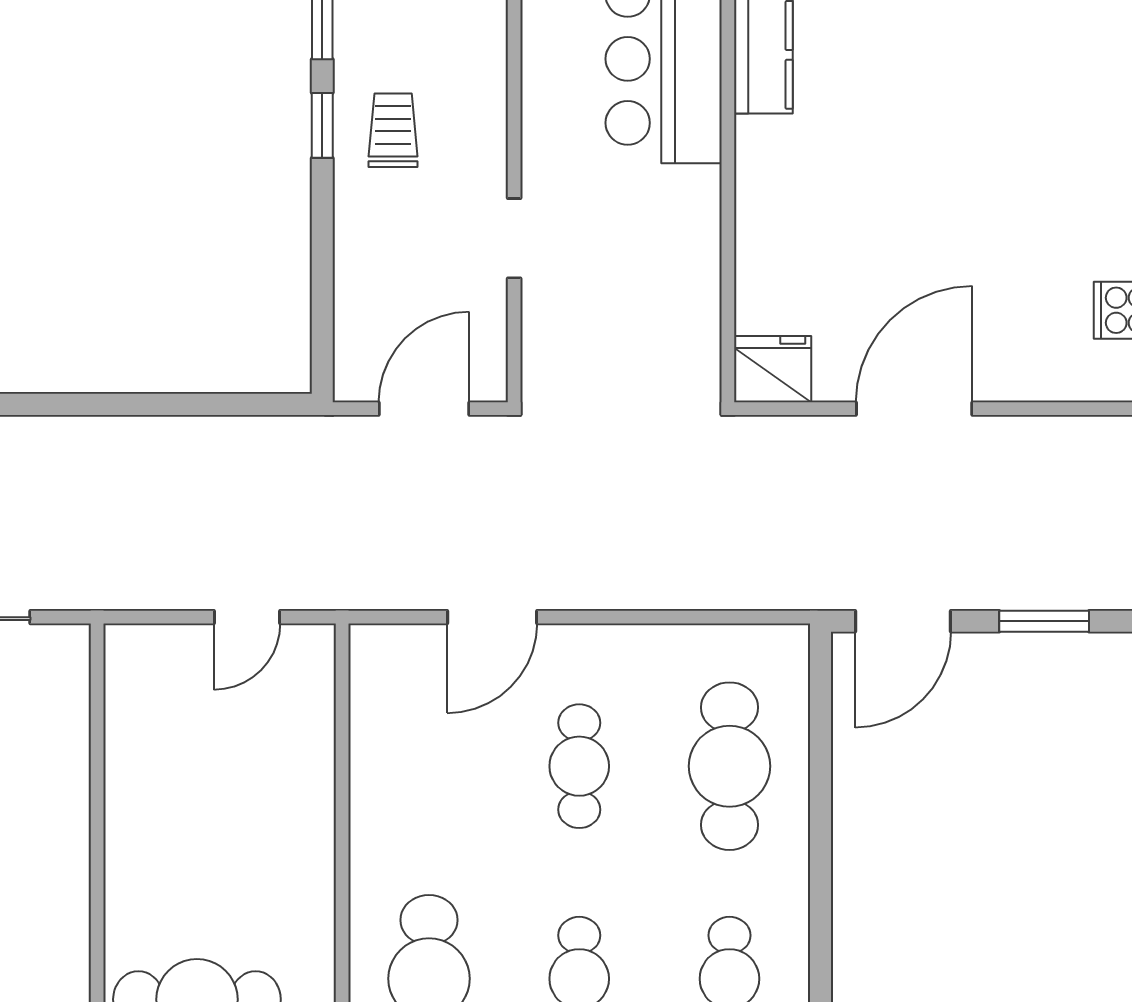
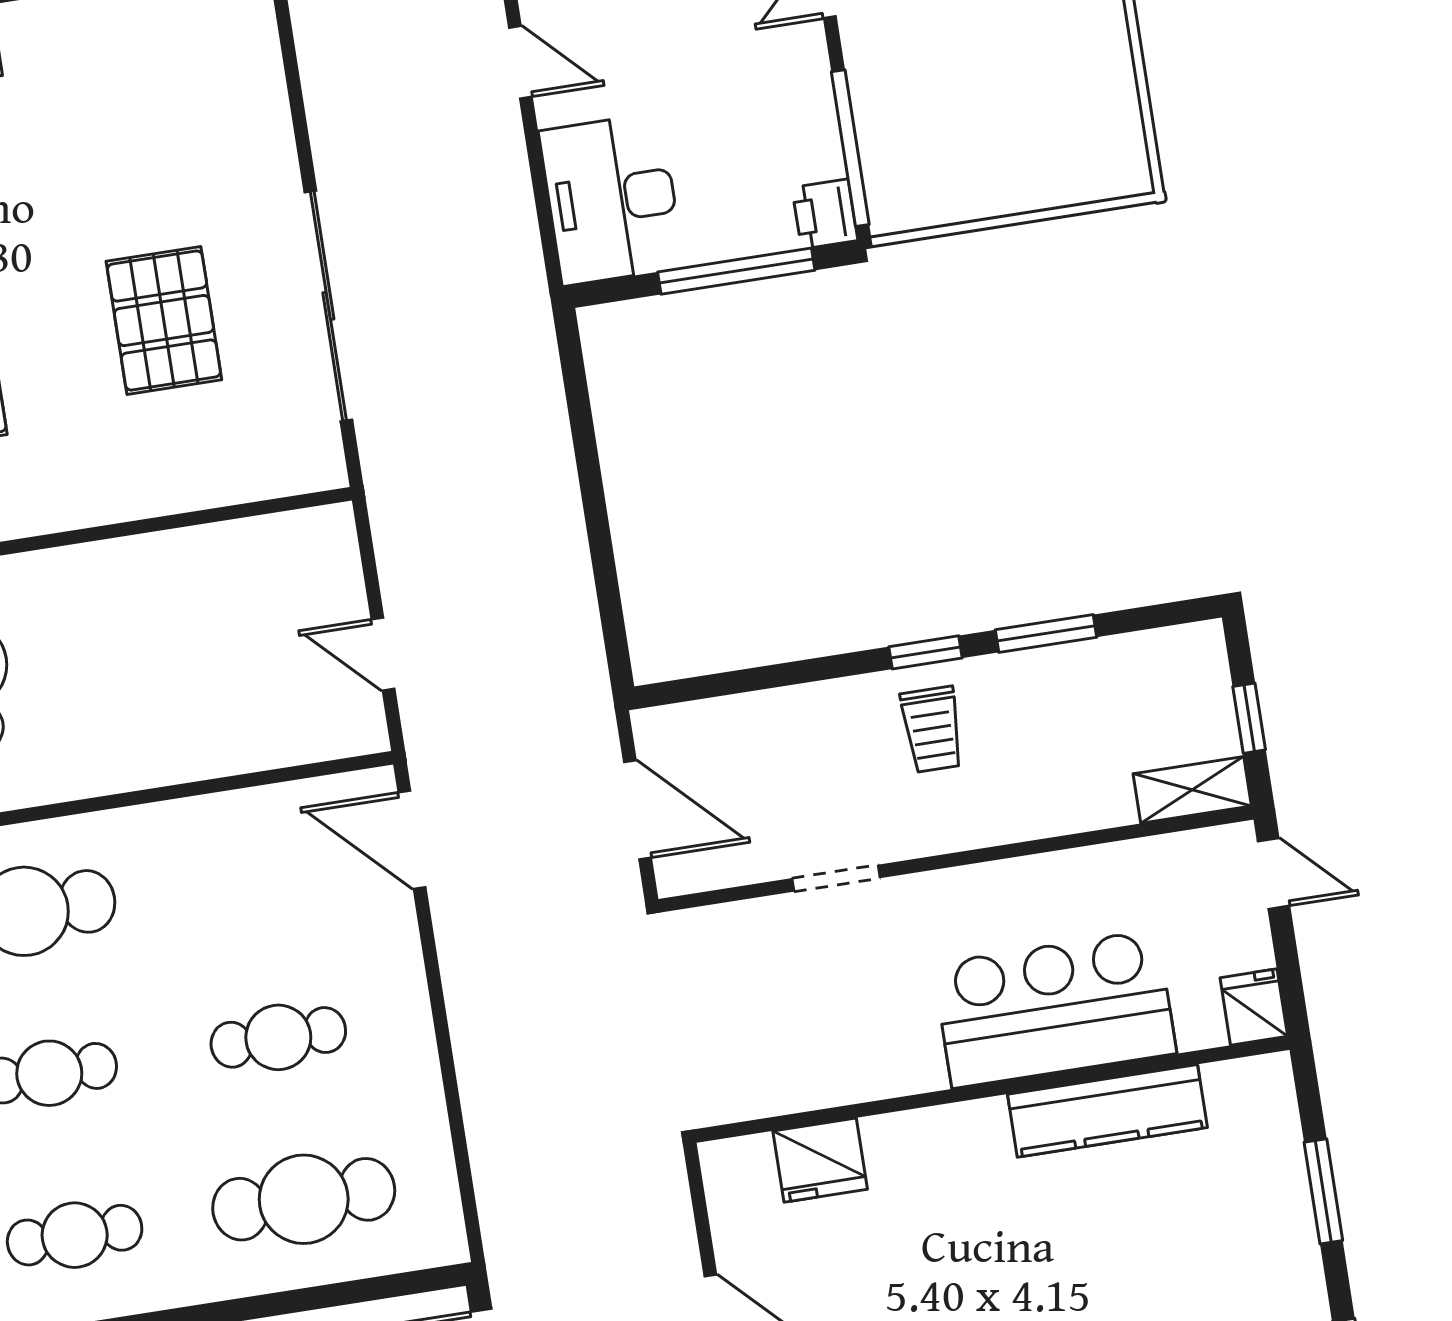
trolley: (393, 130) -> (932, 729), turned 90
fridge: (773, 369) -> (820, 1160), moved, turned 90
door: (492, 617) -> (412, 840), moved

